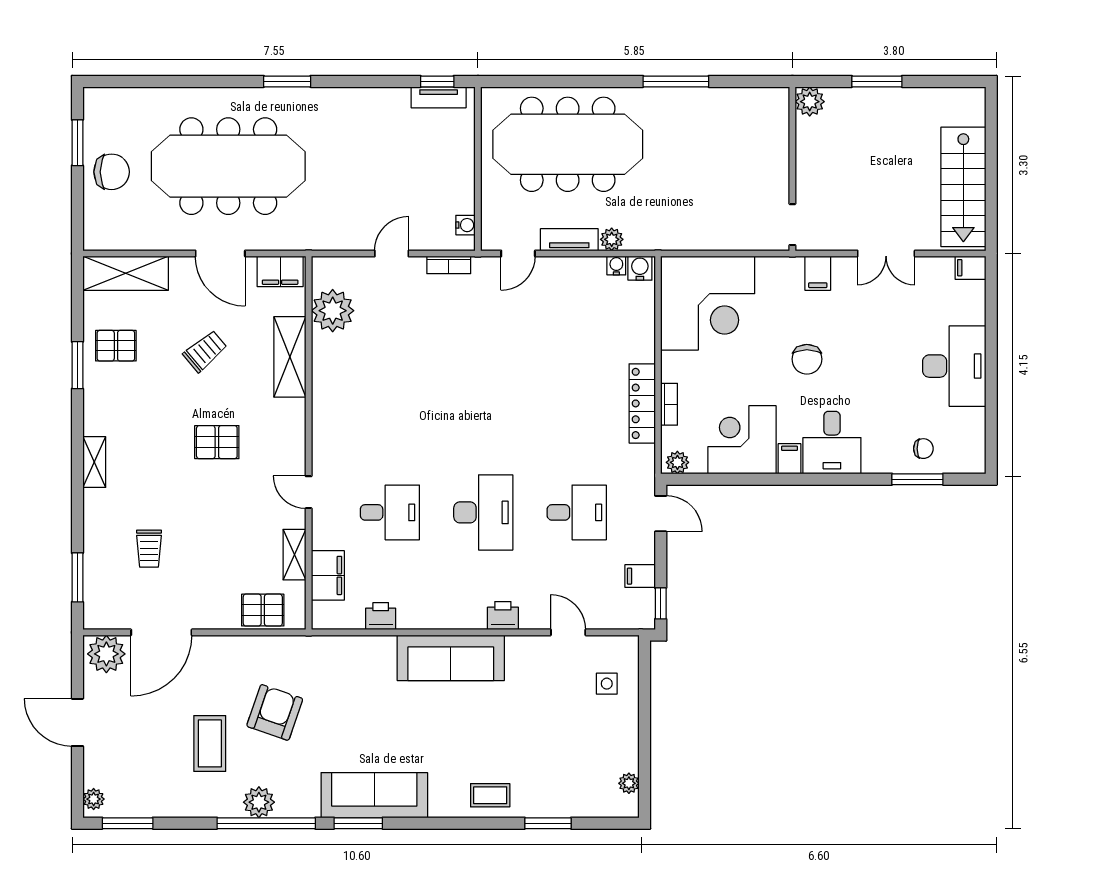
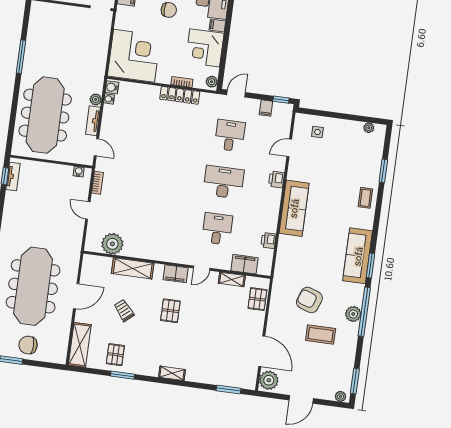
chair: (112, 172) -> (28, 345), turned -90
filing cabinet: (280, 271) -> (176, 274), moved, turned 90
trolley: (149, 549) -> (219, 352), removed

